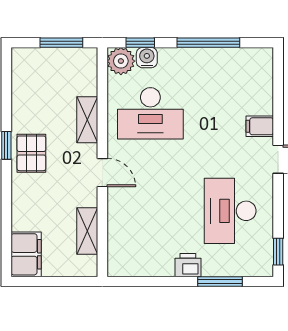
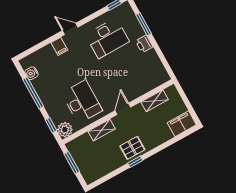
water cooler: (147, 58) -> (31, 73), moved

